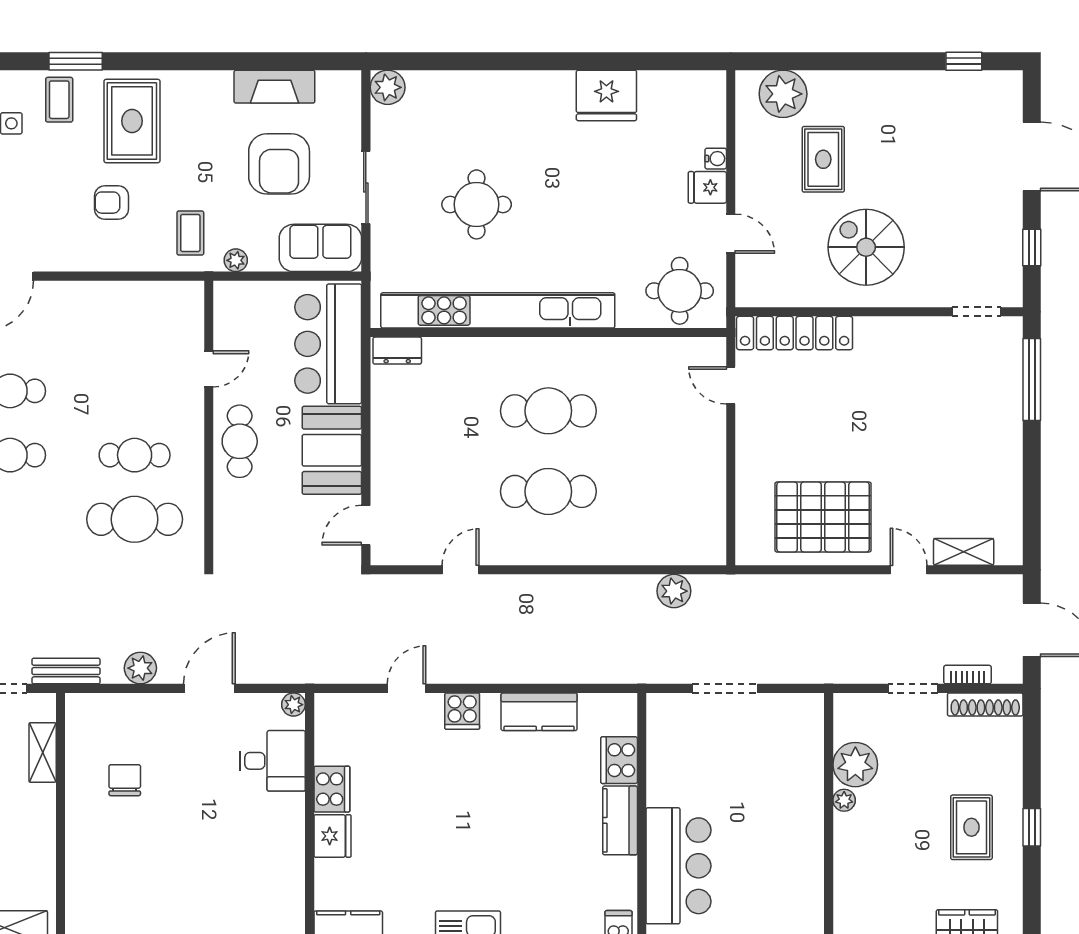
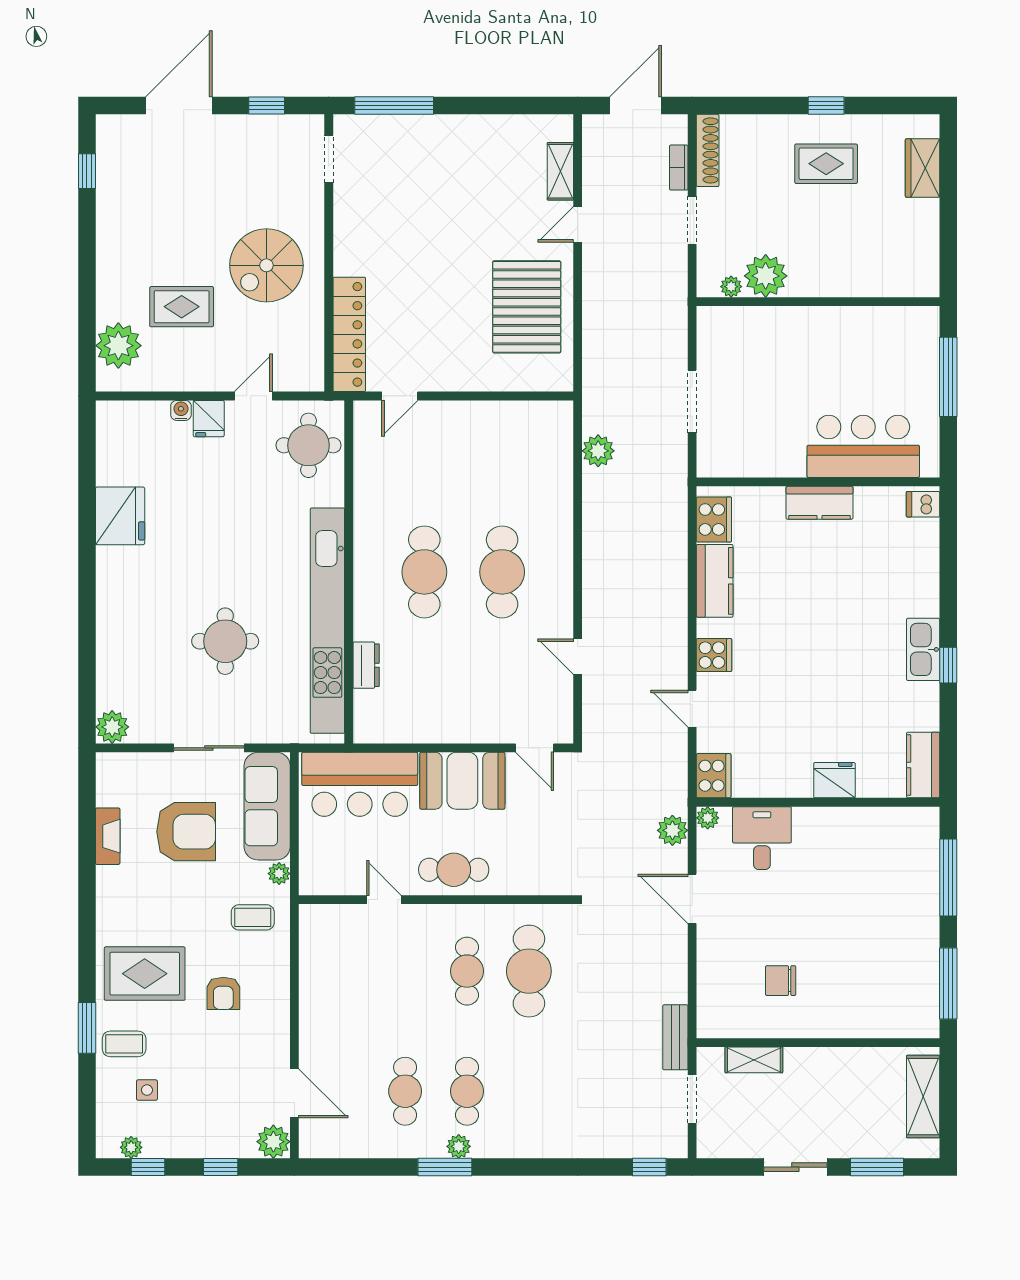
fireplace: (274, 87) -> (108, 836), width x0.73, depth x0.76
sofa: (320, 248) -> (267, 806), width x1.36
dresser: (397, 351) -> (366, 665), moved
plant: (140, 668) -> (672, 830), moved
cooker: (619, 760) -> (714, 519), moved, turned -90
cooker: (332, 789) -> (714, 776), moved, turned 90
plant: (844, 800) -> (731, 287), moved

